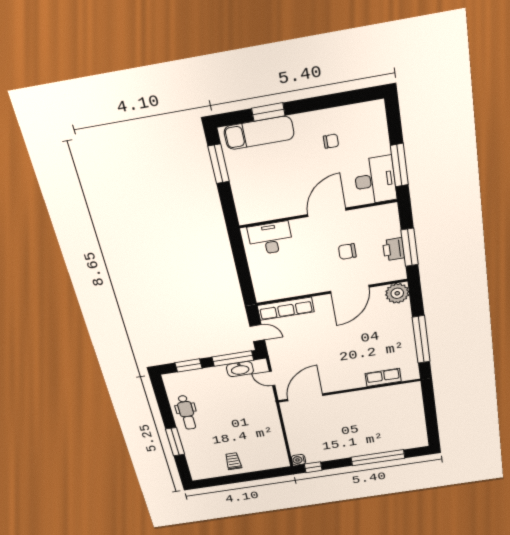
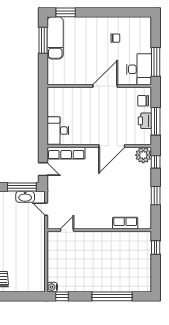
window: (268, 112) -> (66, 12), moved
exam couch: (259, 133) -> (55, 38), moved, turned -90
desk: (270, 238) -> (58, 131), moved, turned -90
chair: (347, 251) -> (143, 101), moved
window: (416, 299) -> (156, 162), added
window: (421, 339) -> (156, 196), width x0.47
door: (305, 397) -> (67, 230), width x0.53
window: (428, 398) -> (156, 248), added

